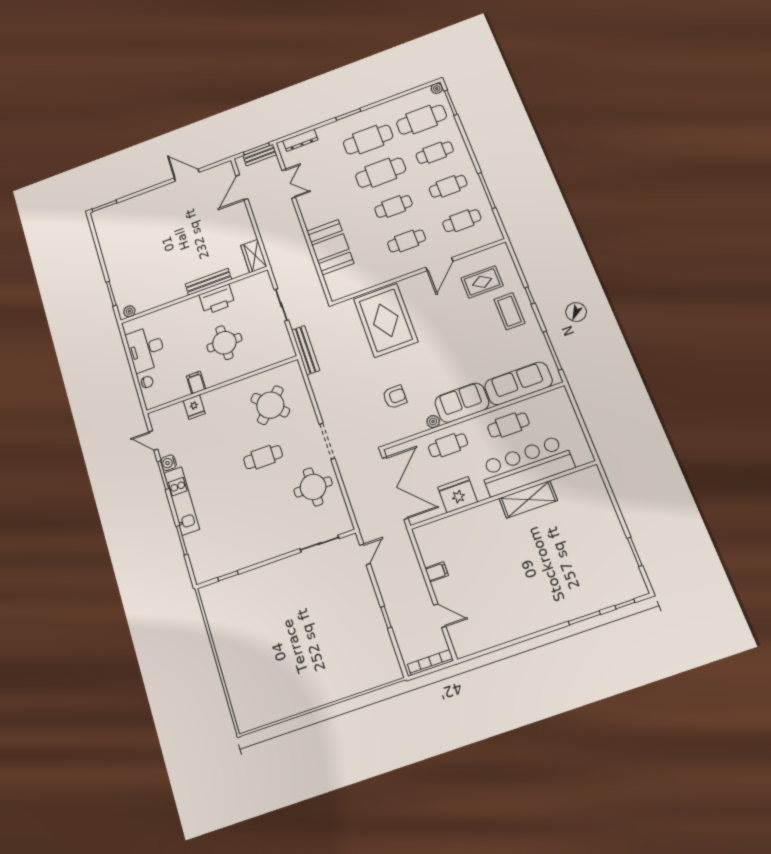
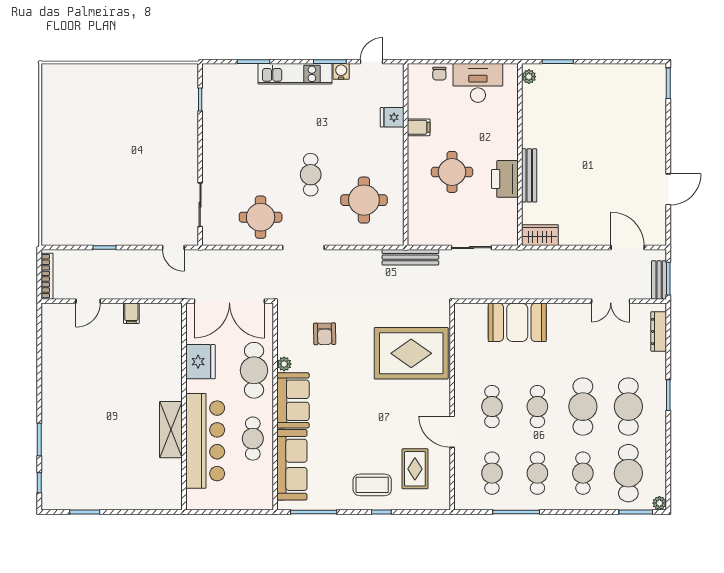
round table: (270, 405) -> (364, 200), turned 45
cafe table: (448, 445) -> (254, 370), width x1.37, depth x1.35

